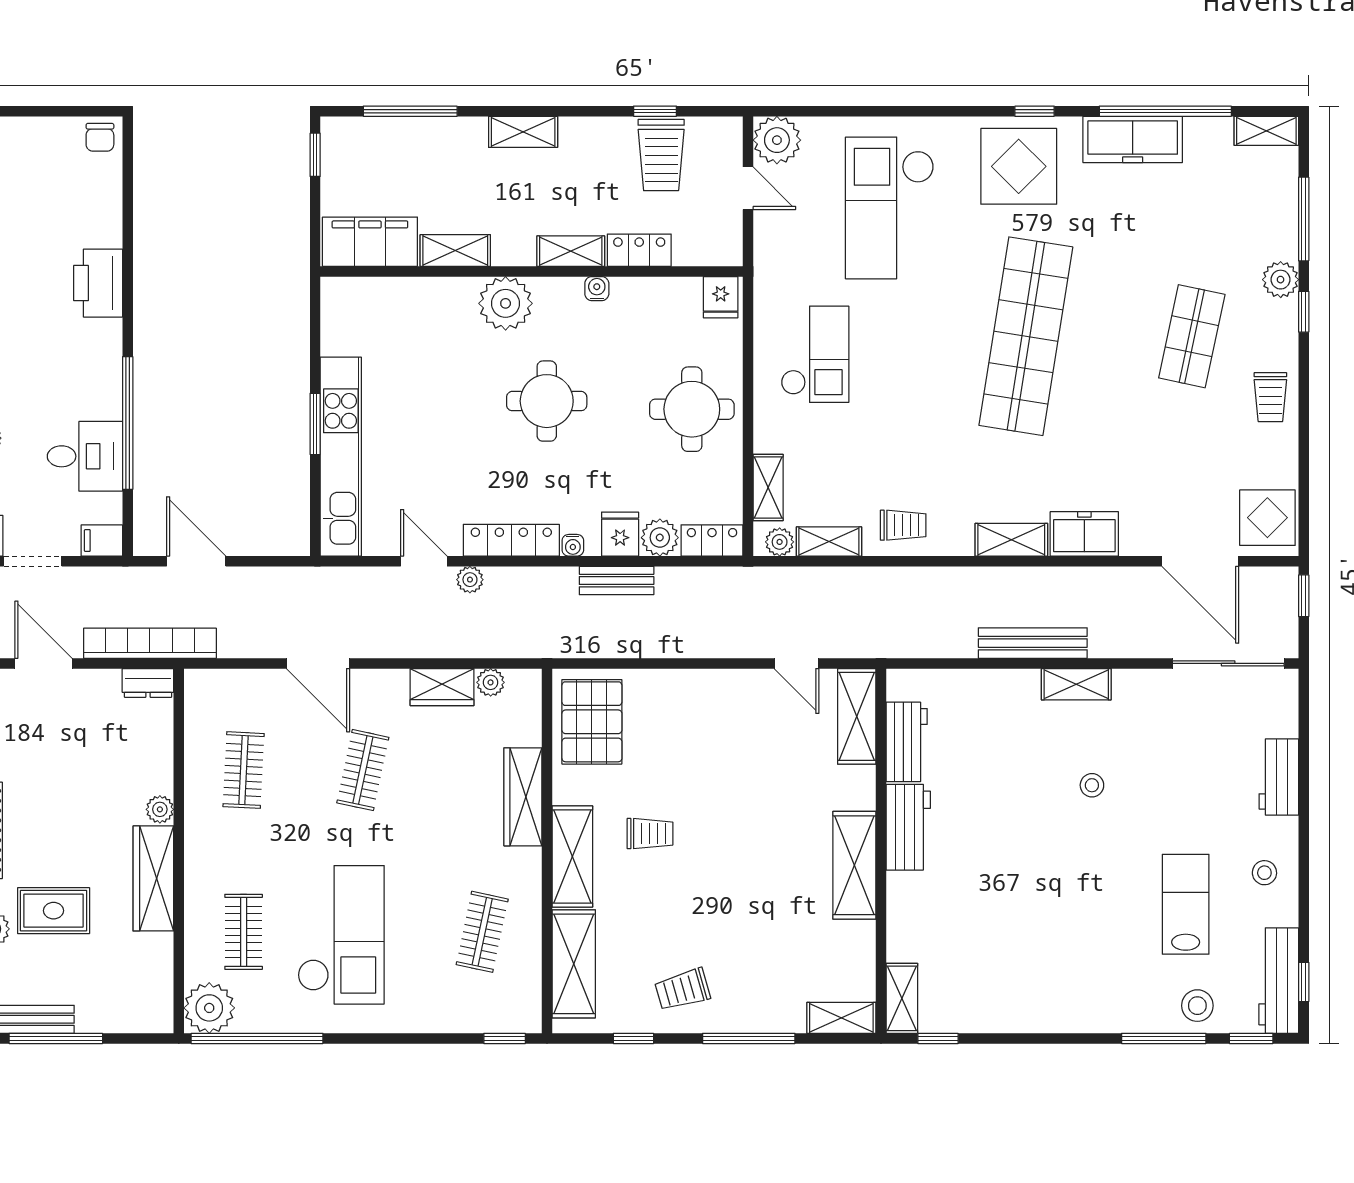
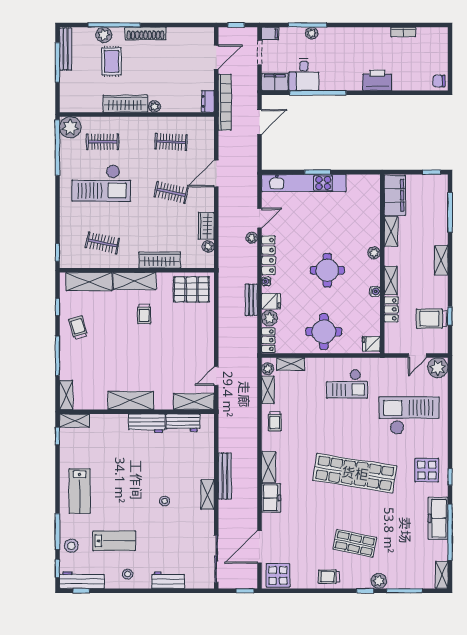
display table: (1019, 166) -> (427, 470), width x0.73, depth x0.73
plant: (506, 303) -> (374, 253), width x0.53, depth x0.53
filing cabinet: (102, 541) -> (275, 82), width x2.00
lab bench: (1068, 986) -> (80, 491), added

